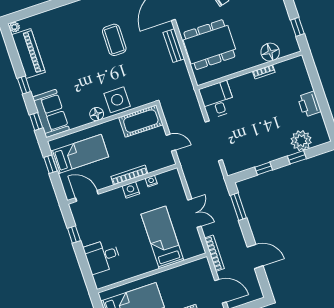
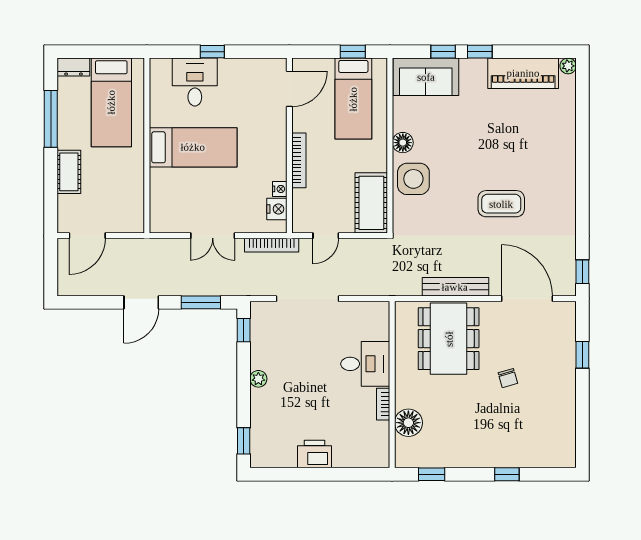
bench: (174, 46) -> (455, 287), width x1.36
desk: (217, 100) -> (365, 364), moved
window: (36, 121) -> (443, 52), moved
plant: (301, 141) -> (258, 379), moved, width x0.53, depth x0.53
window: (297, 157) -> (244, 441), moved
window: (264, 168) -> (244, 330), moved
nightstand: (131, 190) -> (277, 209), moved
window: (74, 235) -> (212, 52), moved
bed: (162, 237) -> (193, 147), moved
bookcase: (214, 253) -> (272, 245), moved
door: (255, 256) -> (141, 302), moved

